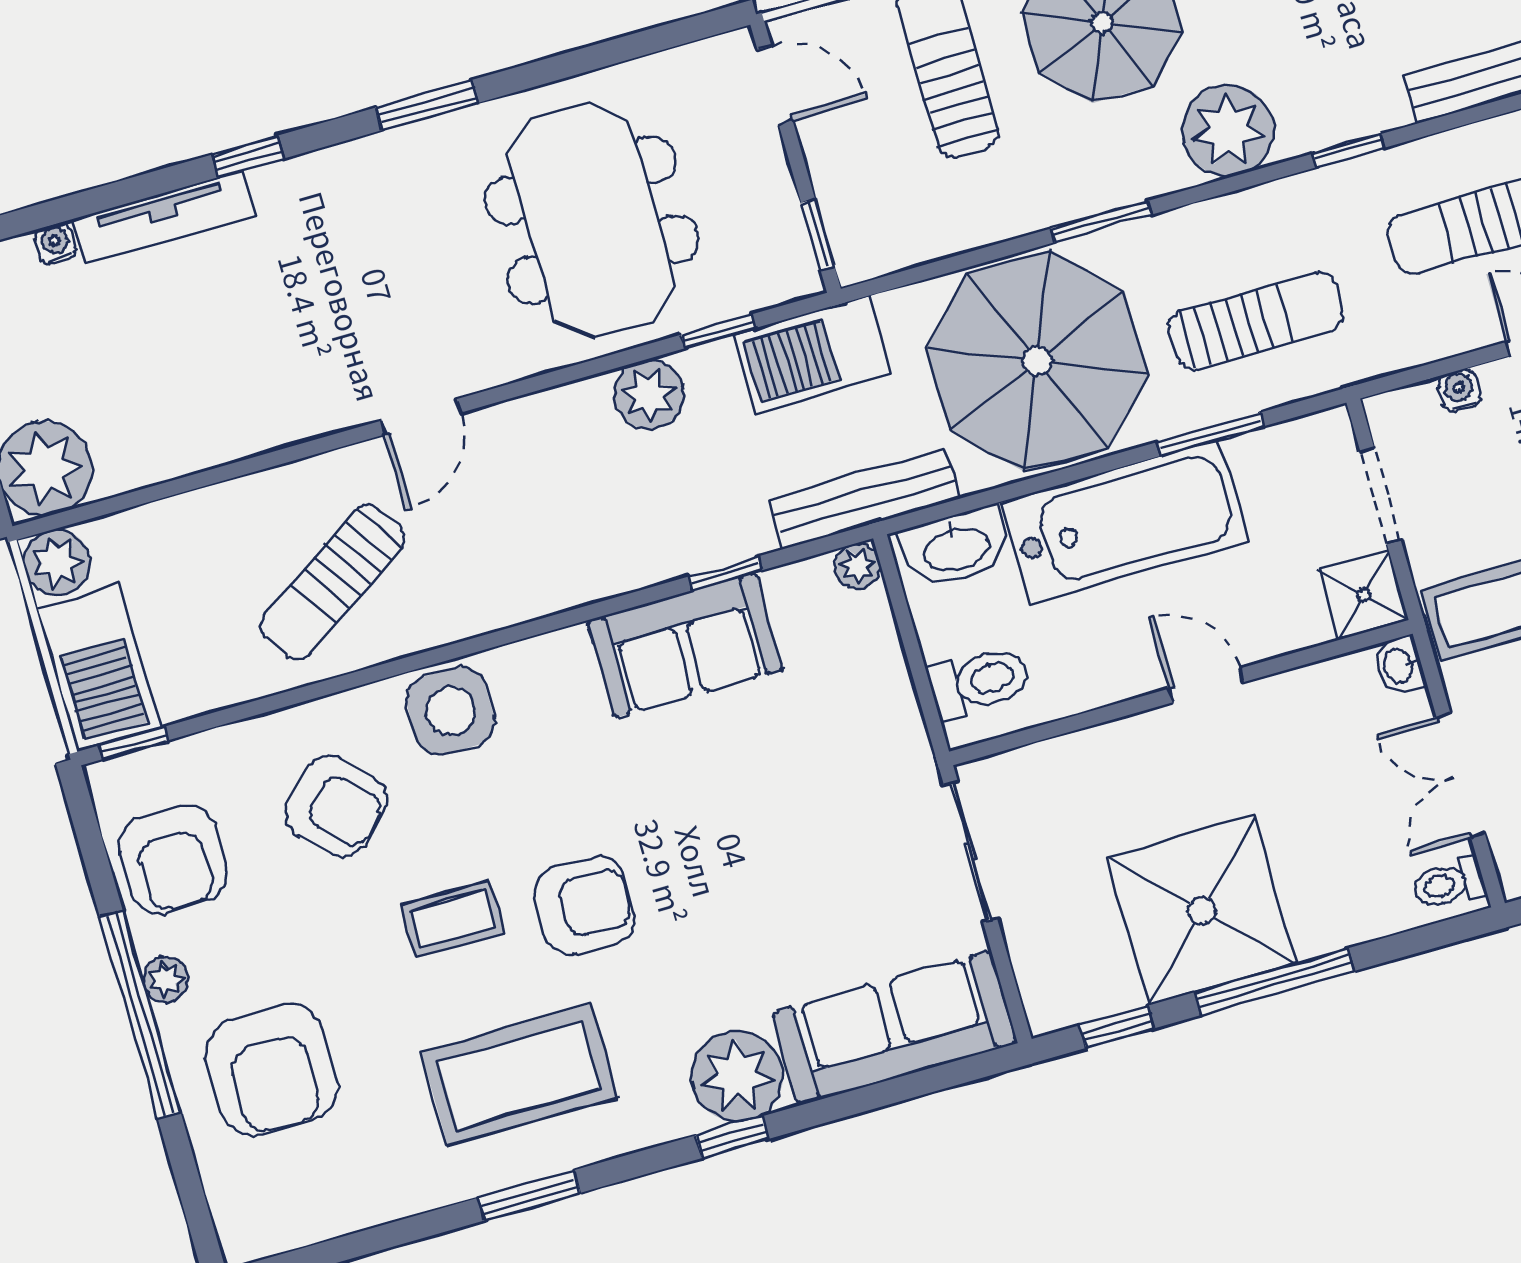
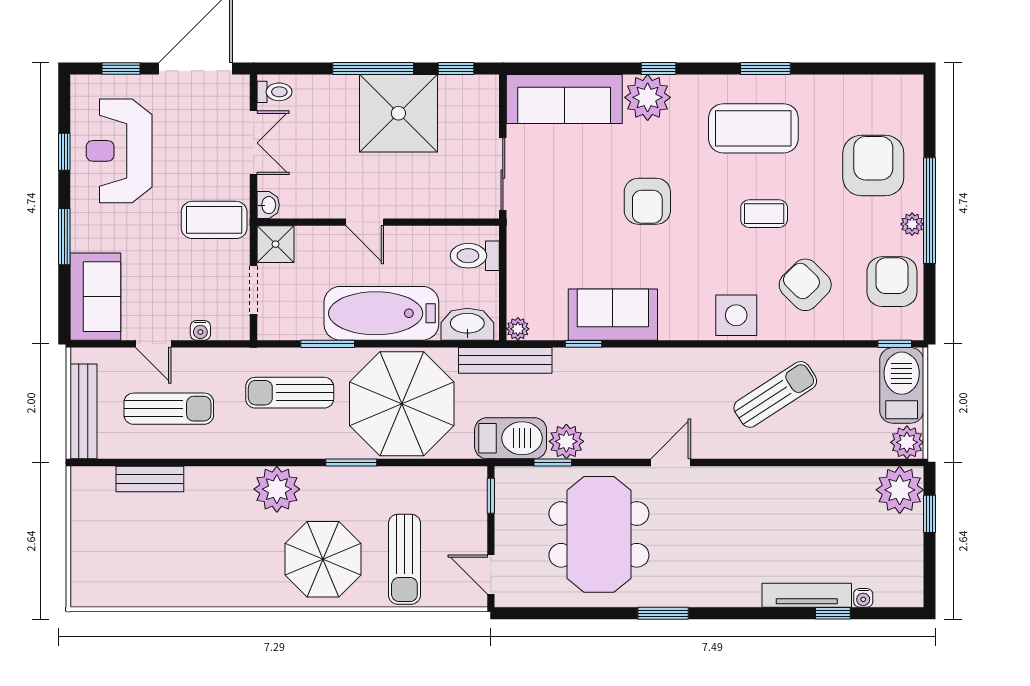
window: (1348, 151) -> (221, 463), removed
window: (248, 156) -> (833, 613), moved
plant: (649, 395) -> (566, 441), moved
door: (421, 417) -> (671, 463), moved
armchair: (584, 905) -> (647, 201), moved, turned -92

